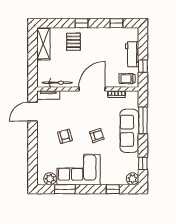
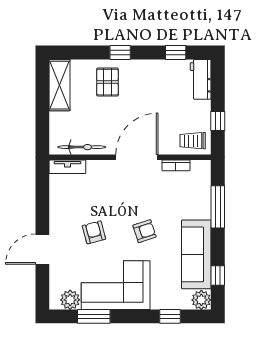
workbench: (132, 54) -> (201, 79), moved
door: (33, 112) -> (42, 249), moved
sofa: (129, 131) -> (196, 254), moved

